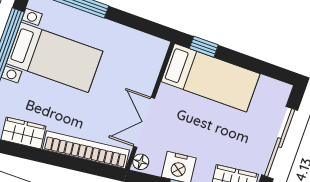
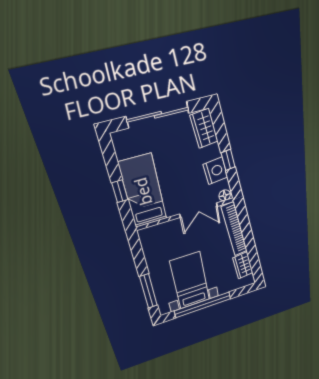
window: (204, 47) -> (120, 191), moved

